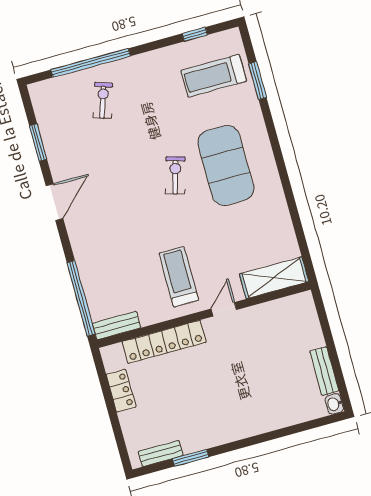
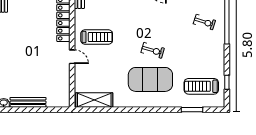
treadmill: (214, 76) -> (201, 86), turned -90
shelving: (274, 278) -> (94, 100), moved, turned 90
bench: (324, 371) -> (28, 102), width x1.36

